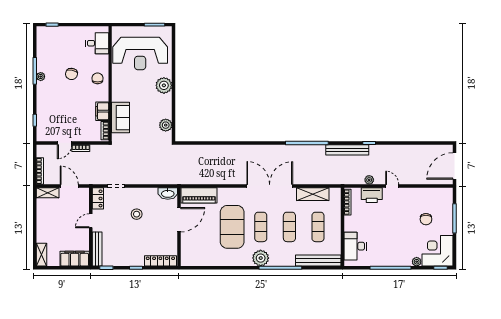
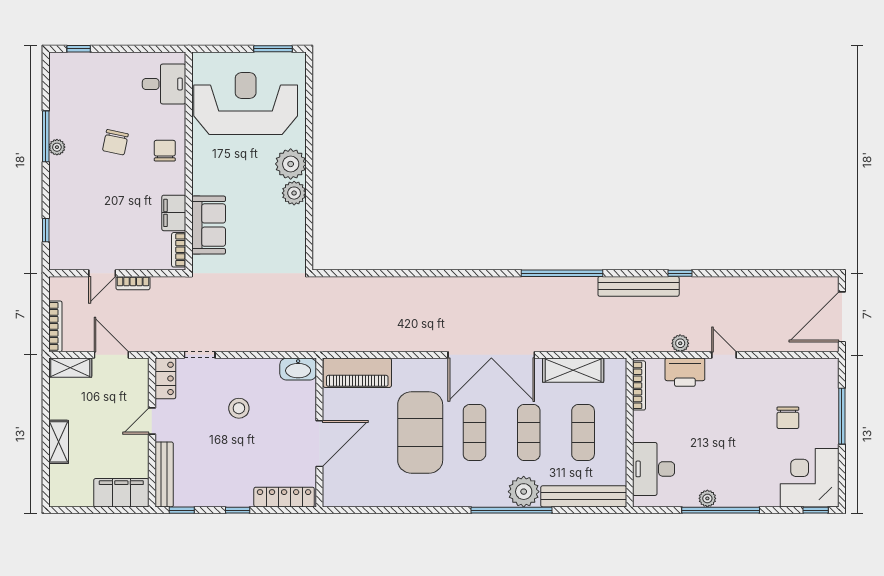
reception desk: (140, 54) -> (246, 104), turned 180
plant: (166, 125) -> (294, 193), moved
double door: (270, 186) -> (491, 355), swing flipped
door: (179, 220) -> (319, 444), moved
shelving: (42, 255) -> (59, 442), moved
plant: (261, 258) -> (524, 492), moved
plant: (417, 262) -> (707, 498), moved

